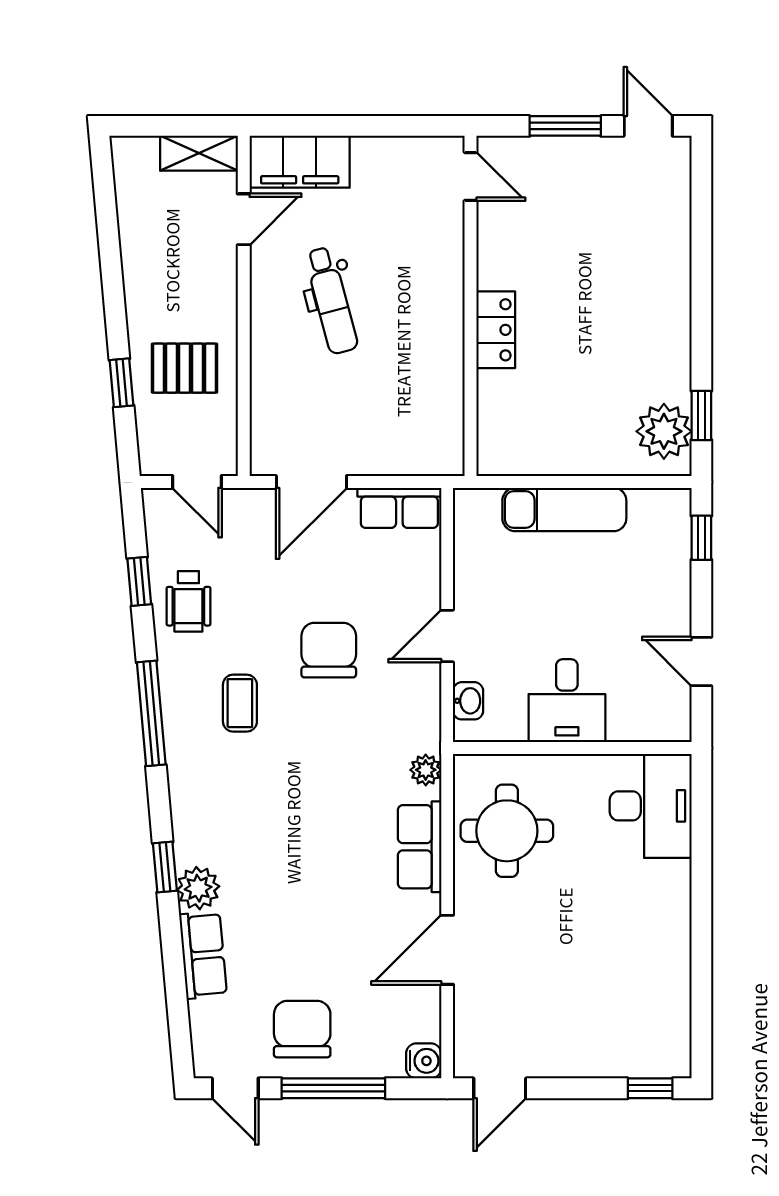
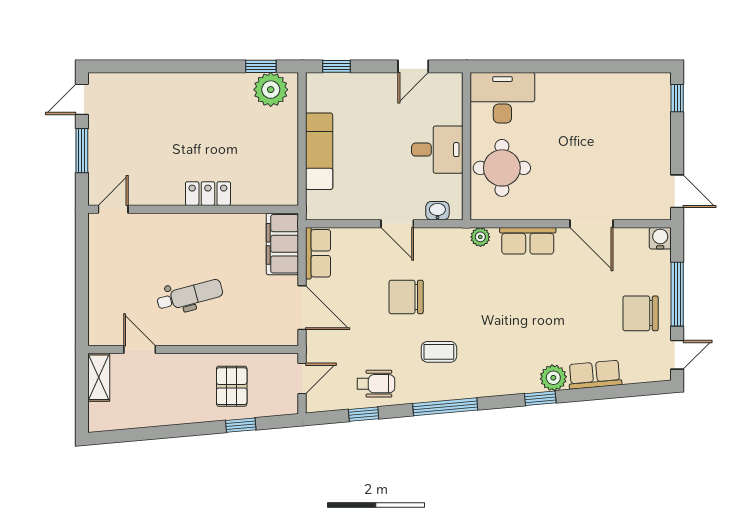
filing cabinet: (300, 162) -> (282, 244), moved, turned 180
round table: (507, 831) -> (502, 168), moved

